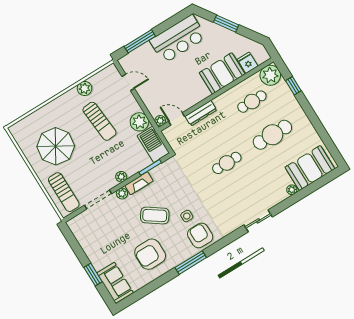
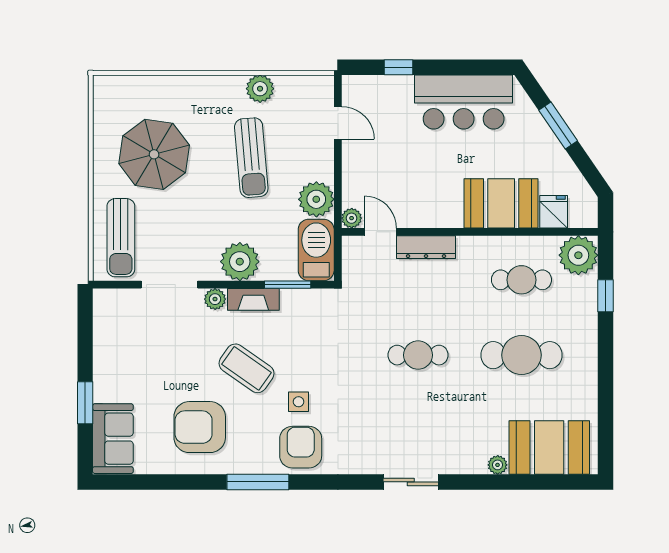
window: (140, 41) -> (399, 67), width x0.46
plant: (121, 177) -> (240, 262), width x1.88, depth x1.88

